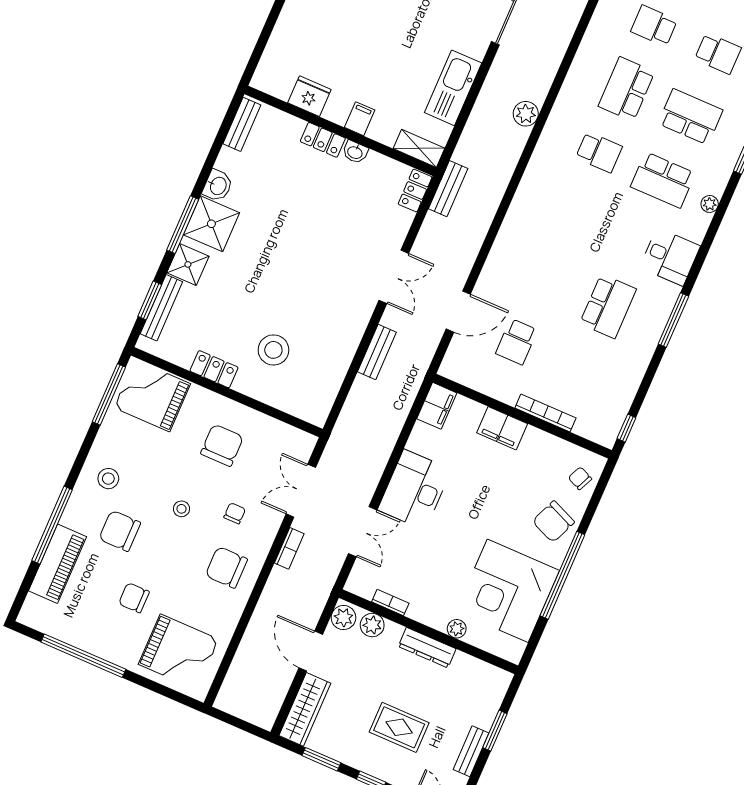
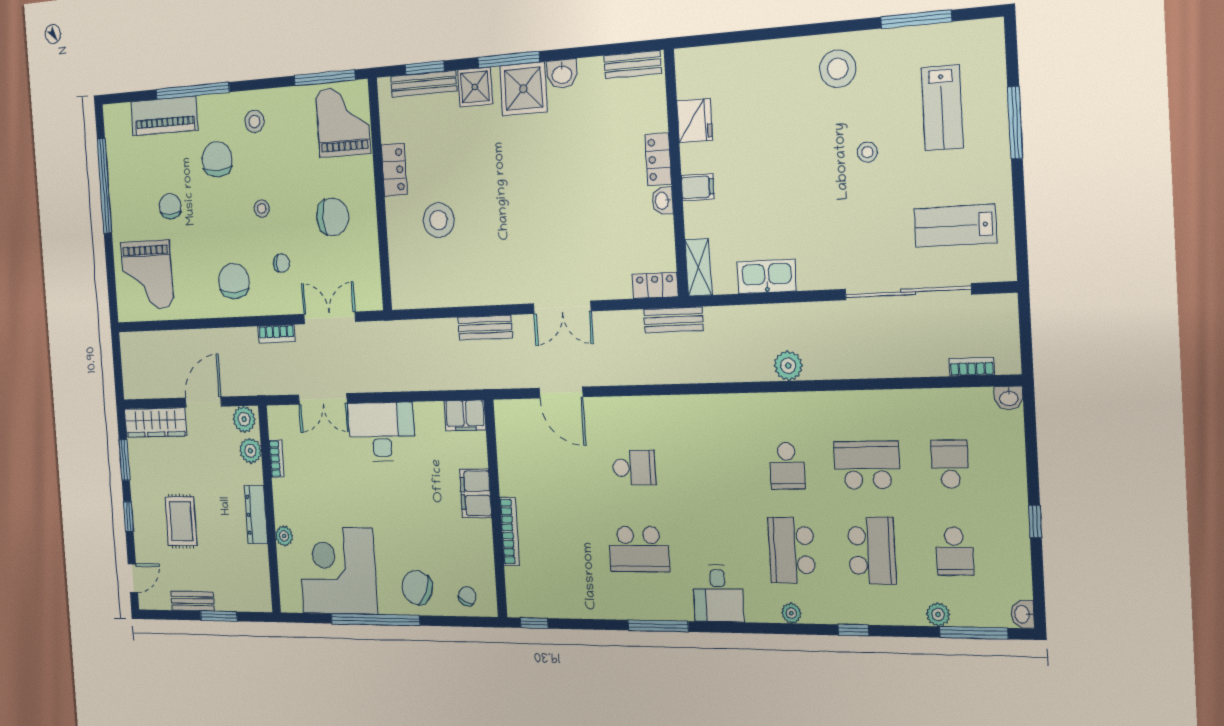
kitchen sink: (453, 88) -> (767, 276), width x0.73, depth x0.81
school desk: (517, 342) -> (634, 468), moved, turned 180

